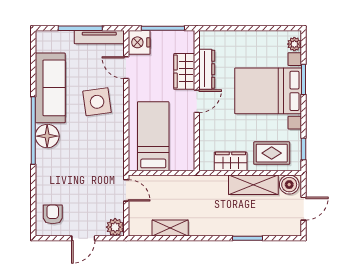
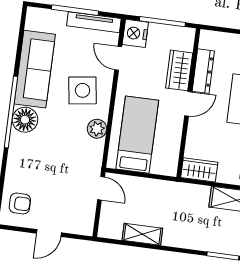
wardrobe: (231, 161) -> (199, 170), moved
armchair: (53, 214) -> (20, 204), turned 90
plant: (115, 227) -> (97, 129), moved

